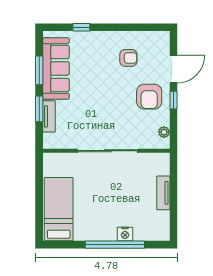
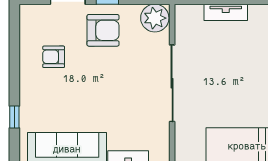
armchair: (128, 58) -> (54, 57), turned -90
plant: (164, 132) -> (155, 18), width x1.88, depth x1.88

